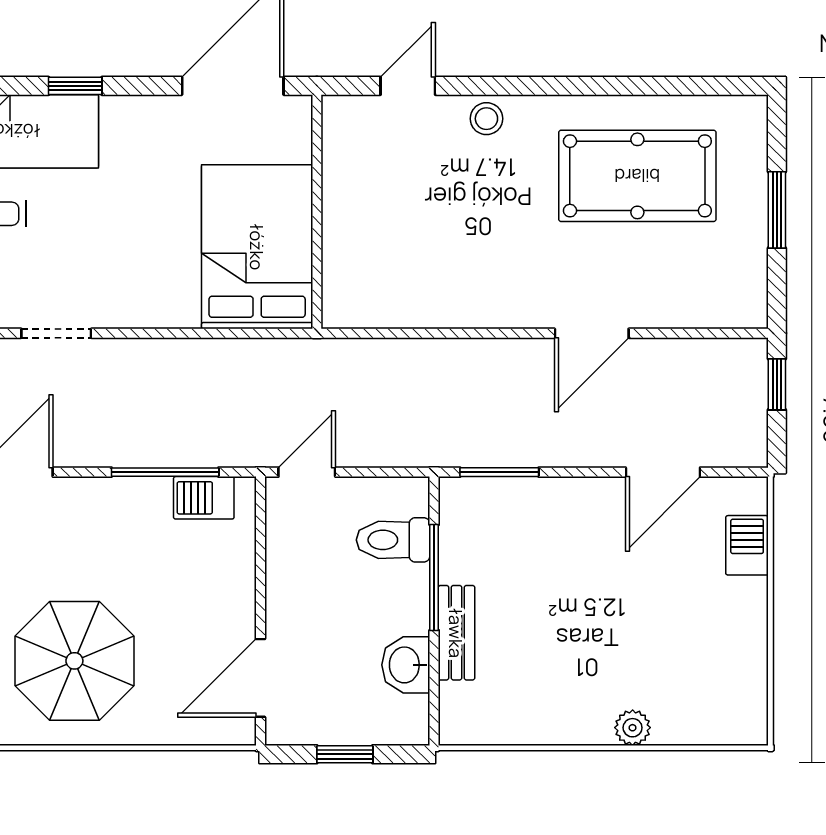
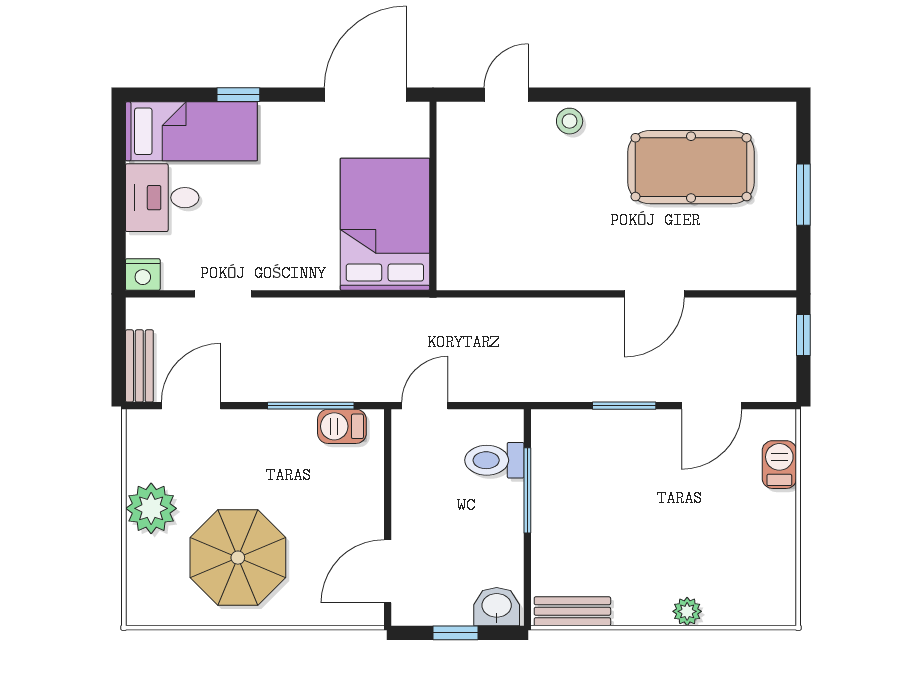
window: (499, 472) -> (624, 406), moved
bench: (456, 633) -> (572, 611), moved, turned 90
washbasin: (406, 665) -> (497, 607), moved, turned 90

